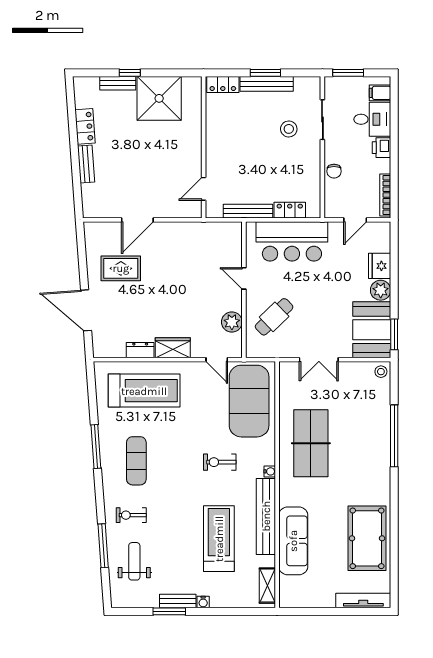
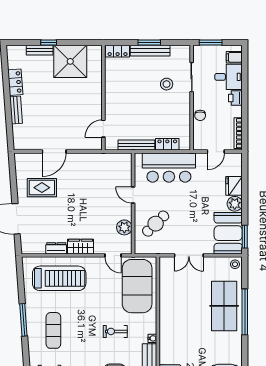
table tennis table: (311, 443) -> (224, 306), moved

